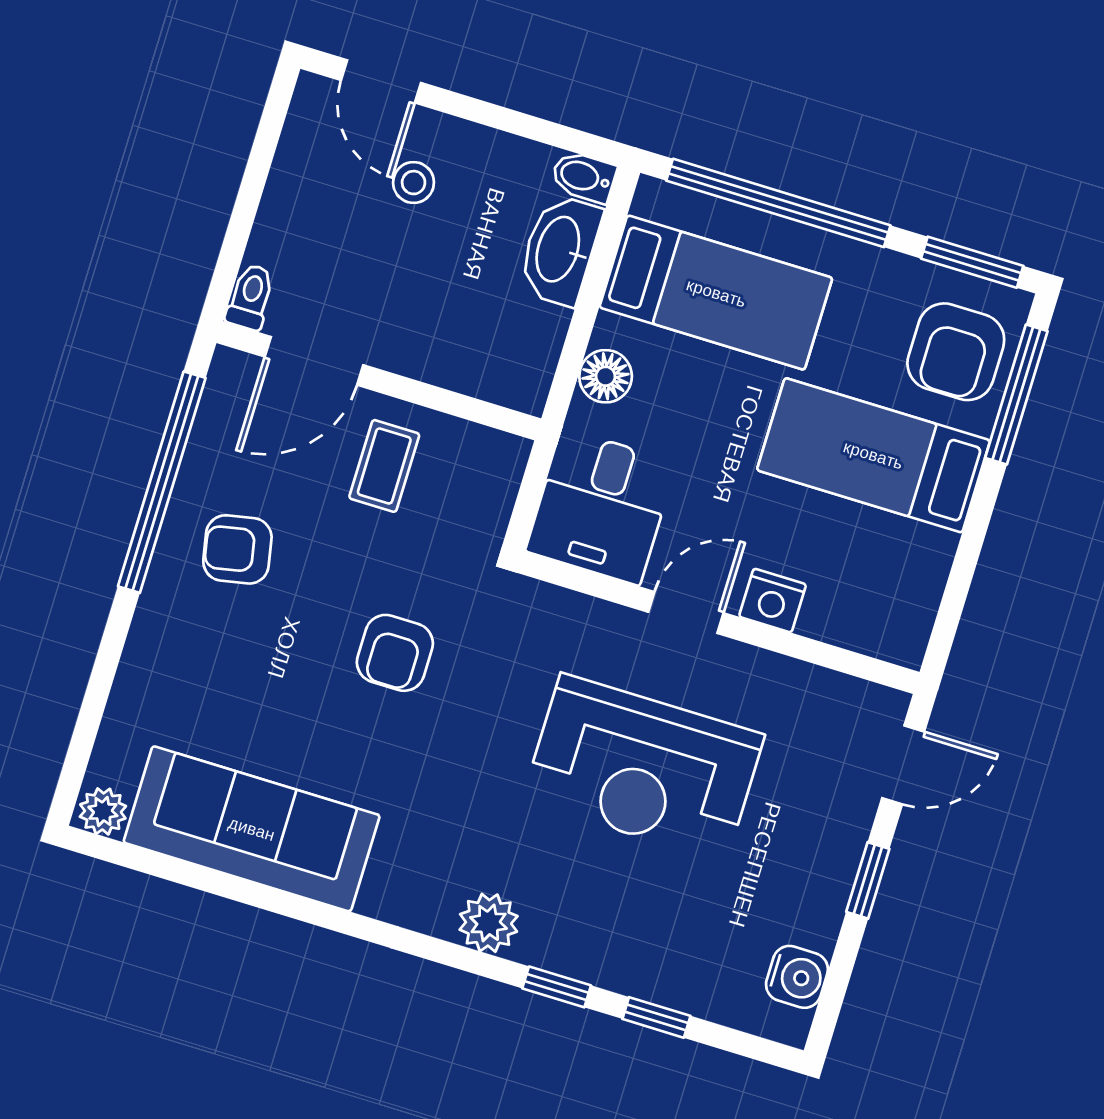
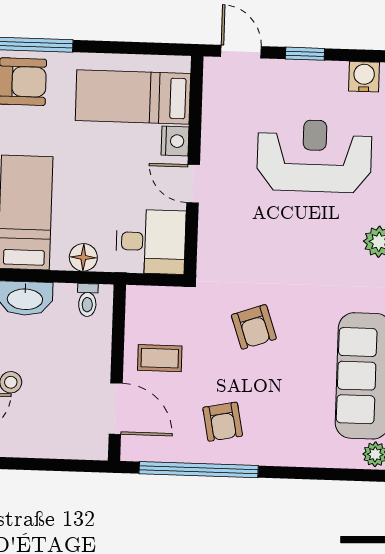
toilet: (250, 297) -> (87, 300), moved, turned -90
bed: (873, 455) -> (133, 97), moved, turned 90
armchair: (395, 653) -> (254, 327), turned 71
reception desk: (643, 768) -> (314, 156), moved, turned -90

